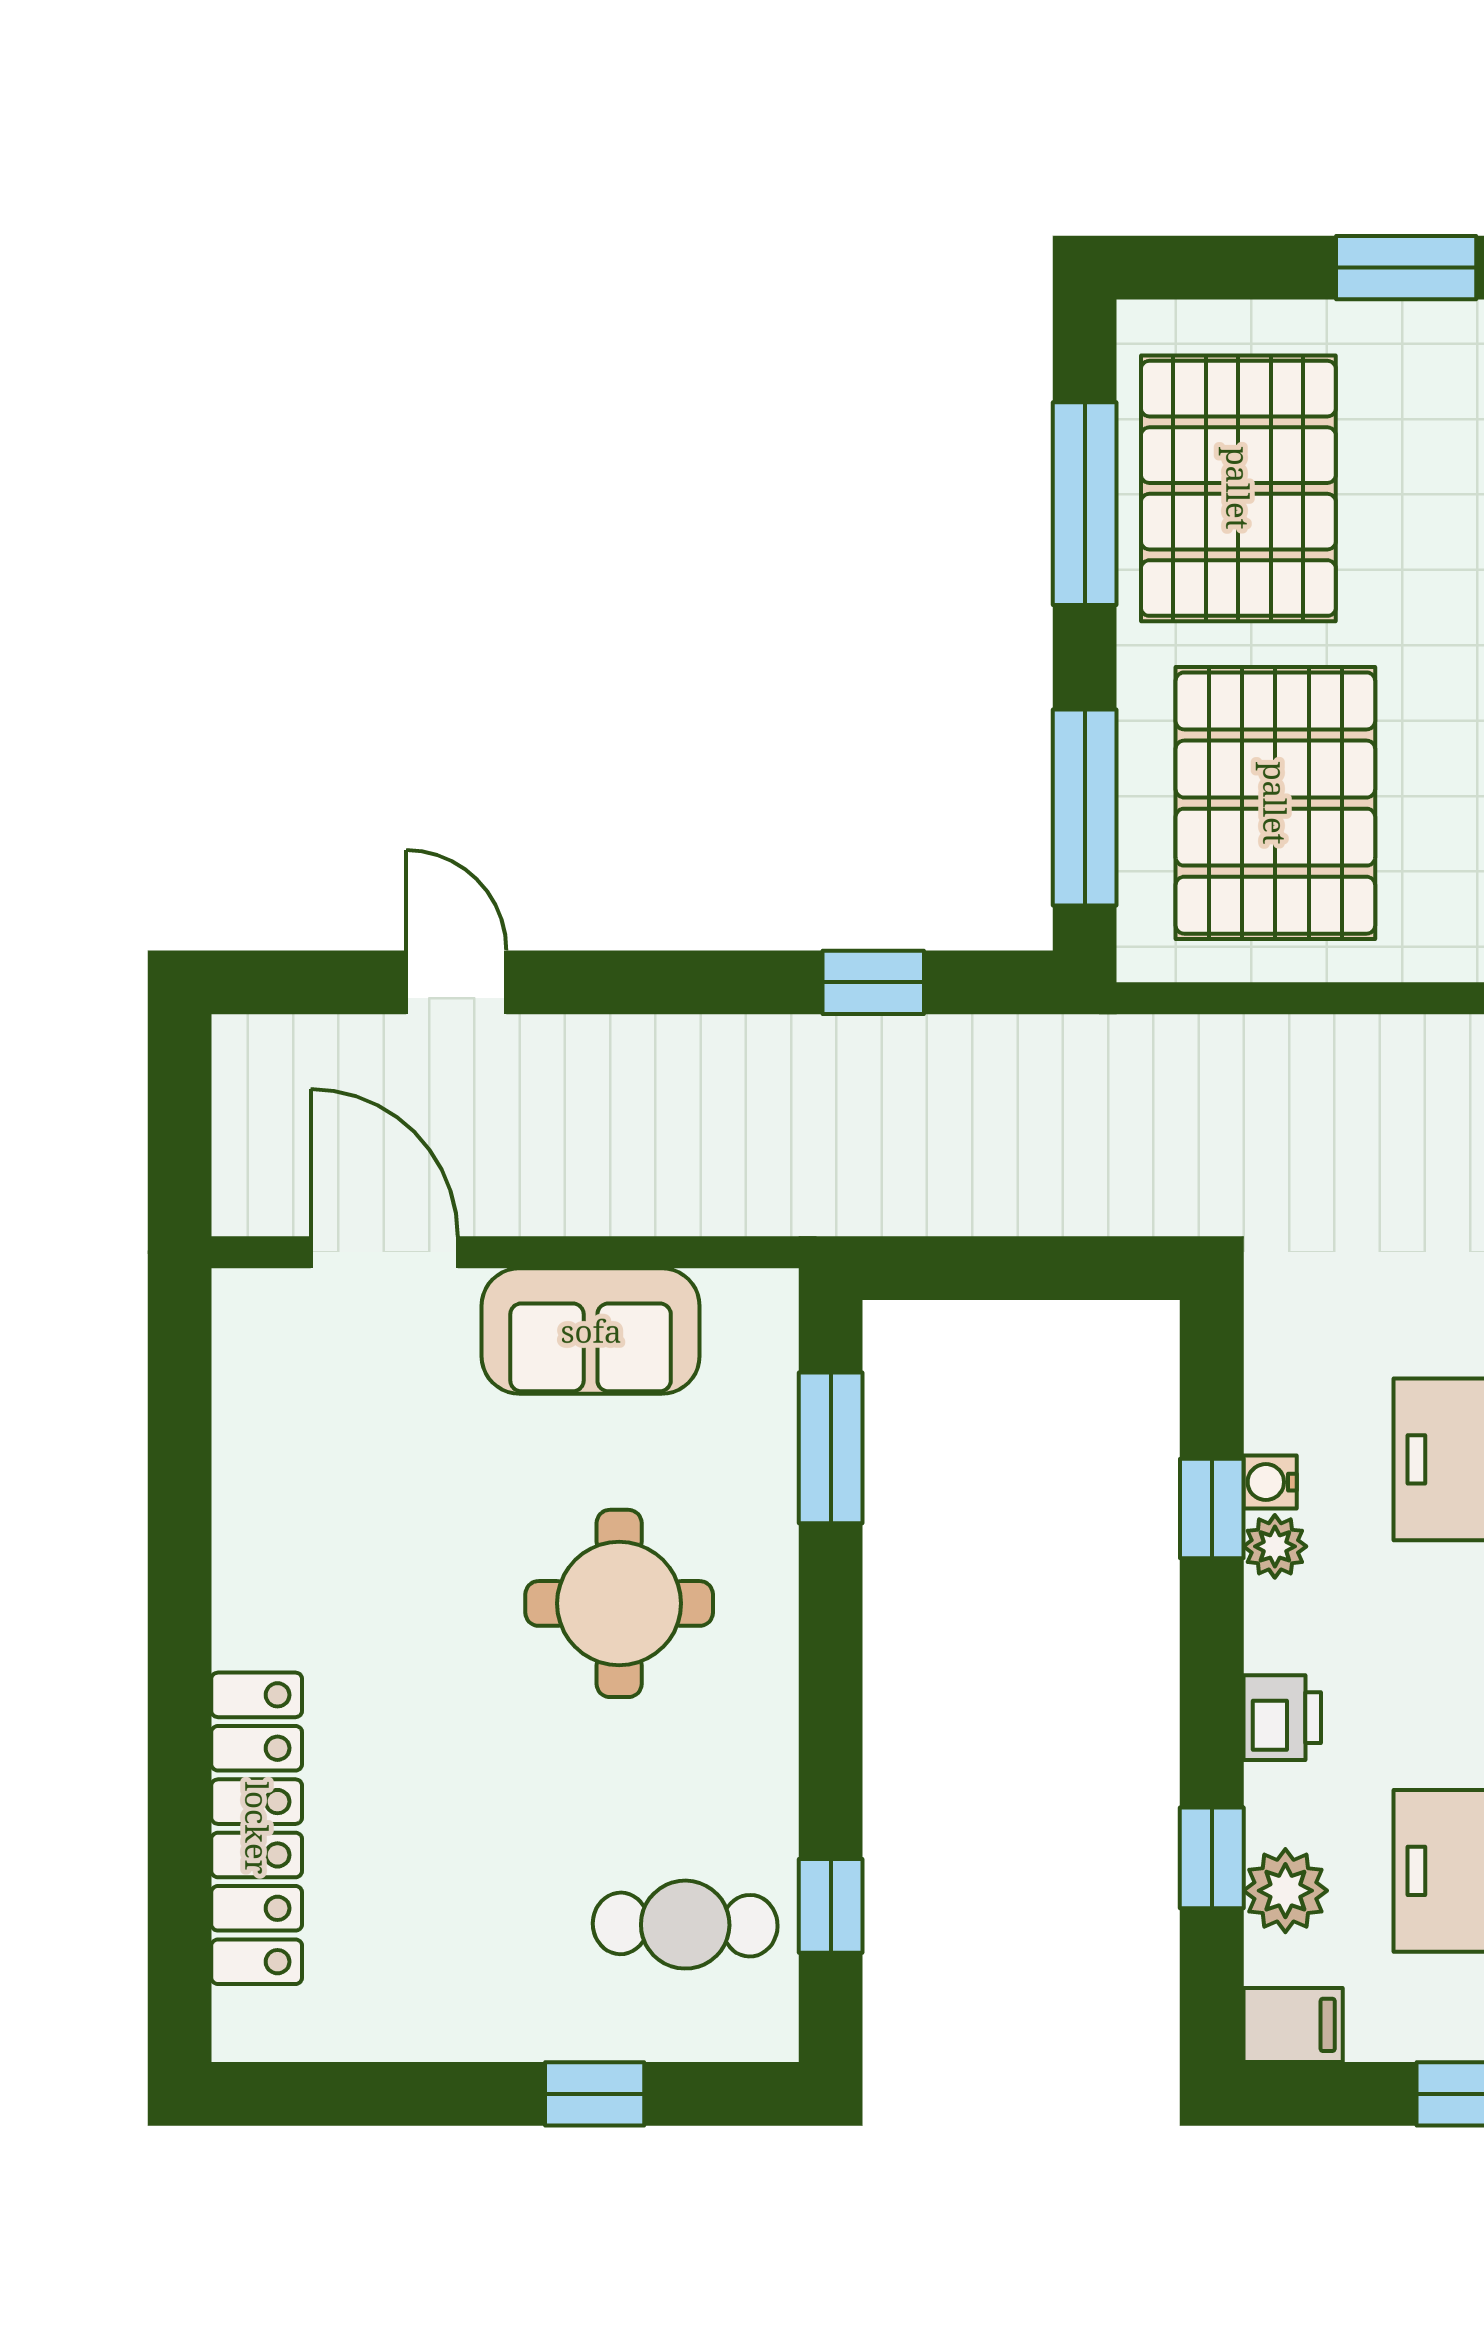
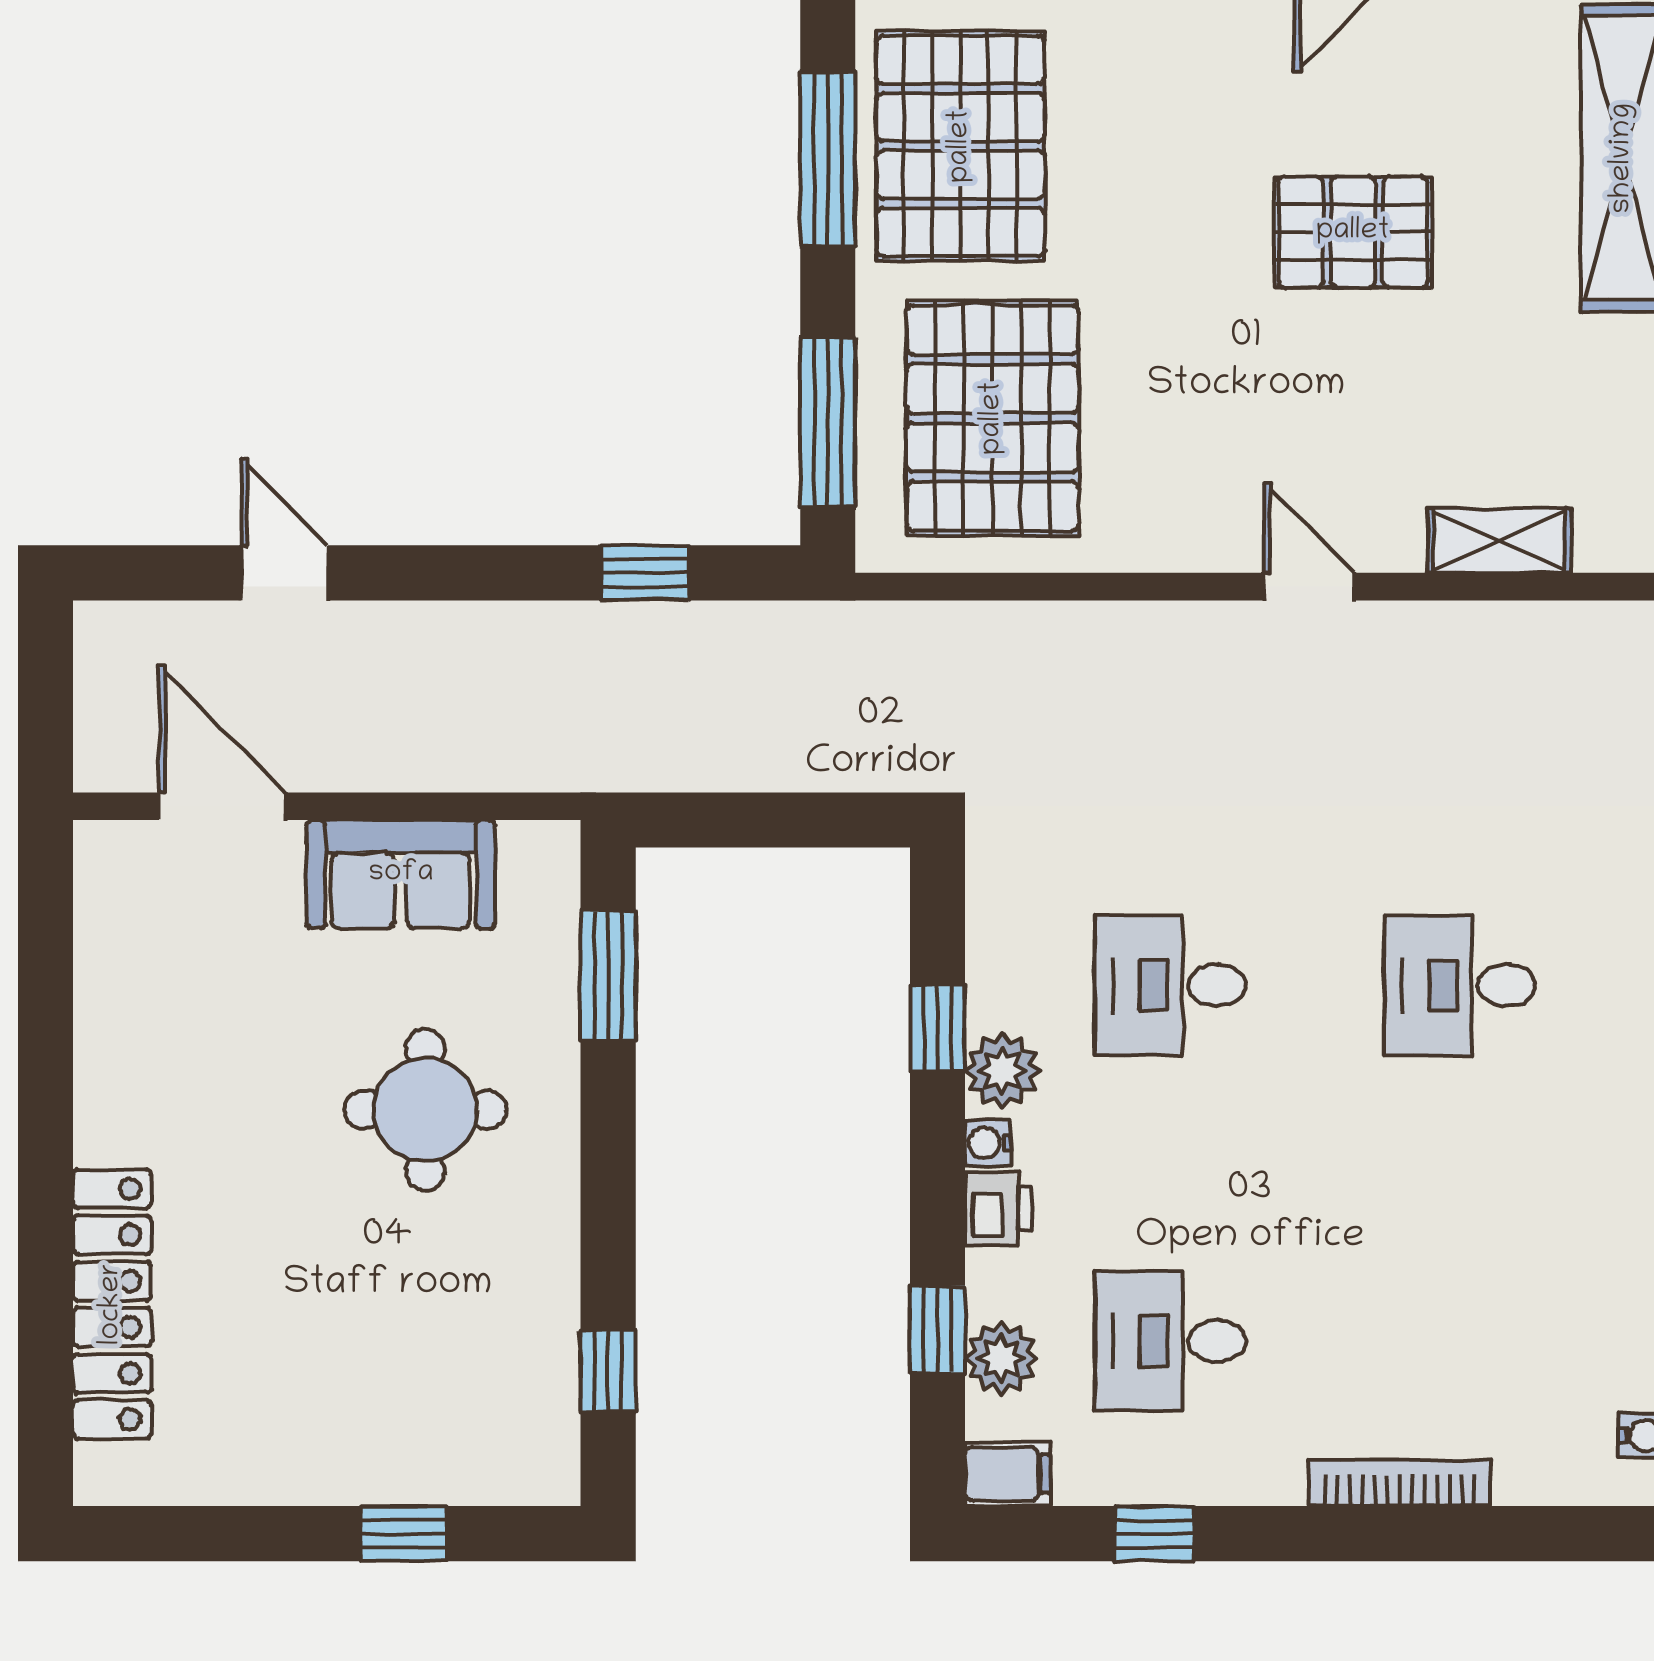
water cooler: (1270, 1482) -> (988, 1143), moved
plant: (1275, 1546) -> (1002, 1071), width x1.38, depth x1.38
cafe table: (685, 1925) -> (482, 1387), removed

